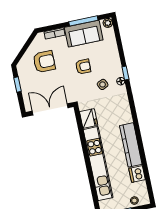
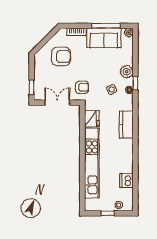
plant: (114, 63) -> (127, 72), added
armchair: (83, 67) -> (82, 87), moved
window: (18, 85) -> (32, 87), moved
double door: (50, 109) -> (57, 103), width x0.73
kitchen counter: (131, 145) -> (126, 125), moved, width x0.67

